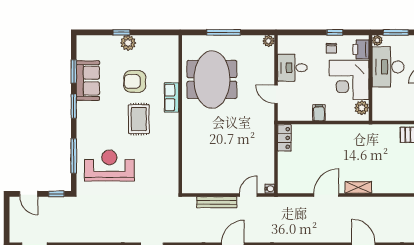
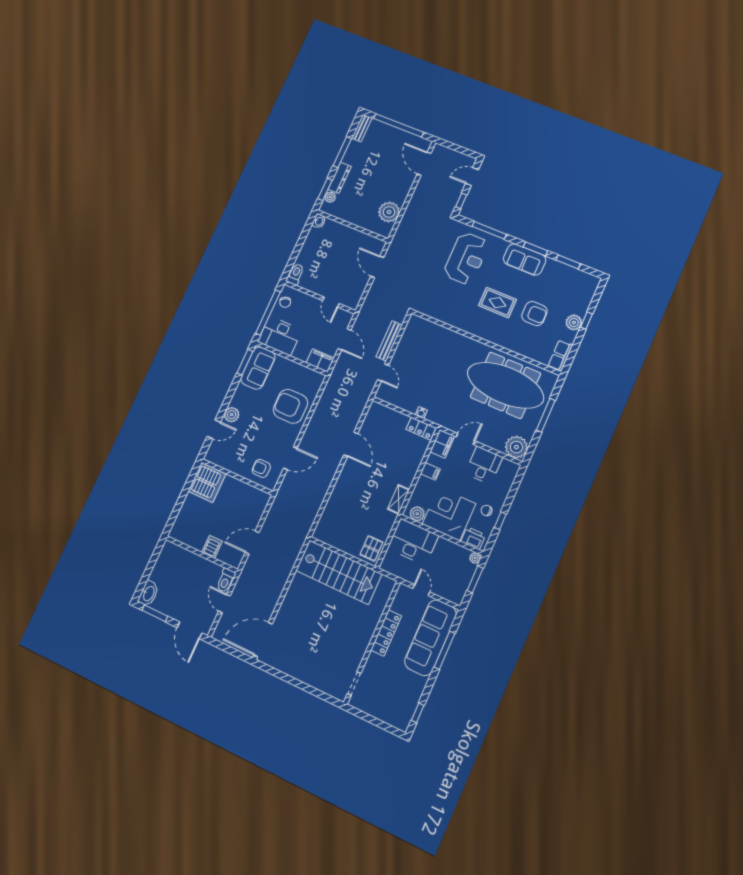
plant: (269, 41) -> (516, 447), width x1.88, depth x1.88
desk: (388, 67) -> (413, 542), moved
meeting table: (212, 79) -> (505, 385), width x1.36
sofa: (88, 81) -> (525, 259), moved
armchair: (135, 81) -> (534, 314), turned 90
row of seats: (172, 97) -> (560, 356), moved, turned -90
filing cabinet: (290, 113) -> (442, 444), added
shelving: (358, 187) -> (398, 499), moved
water cooler: (270, 189) -> (421, 413), moved

